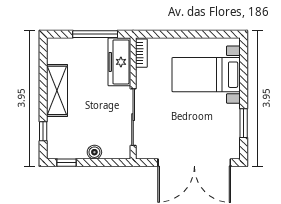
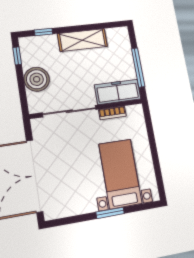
bookcase: (141, 53) -> (112, 113), moved
window: (244, 123) -> (110, 213), moved
boiler: (94, 152) -> (37, 79), width x1.86, depth x1.86

